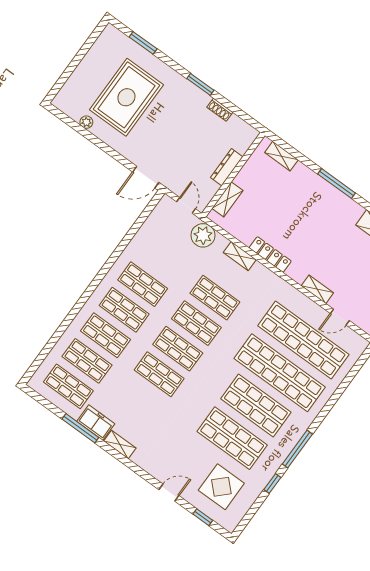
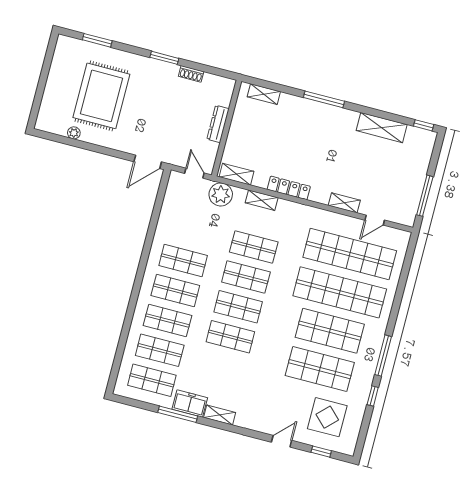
shelving: (227, 199) -> (237, 174), moved, turned 90

